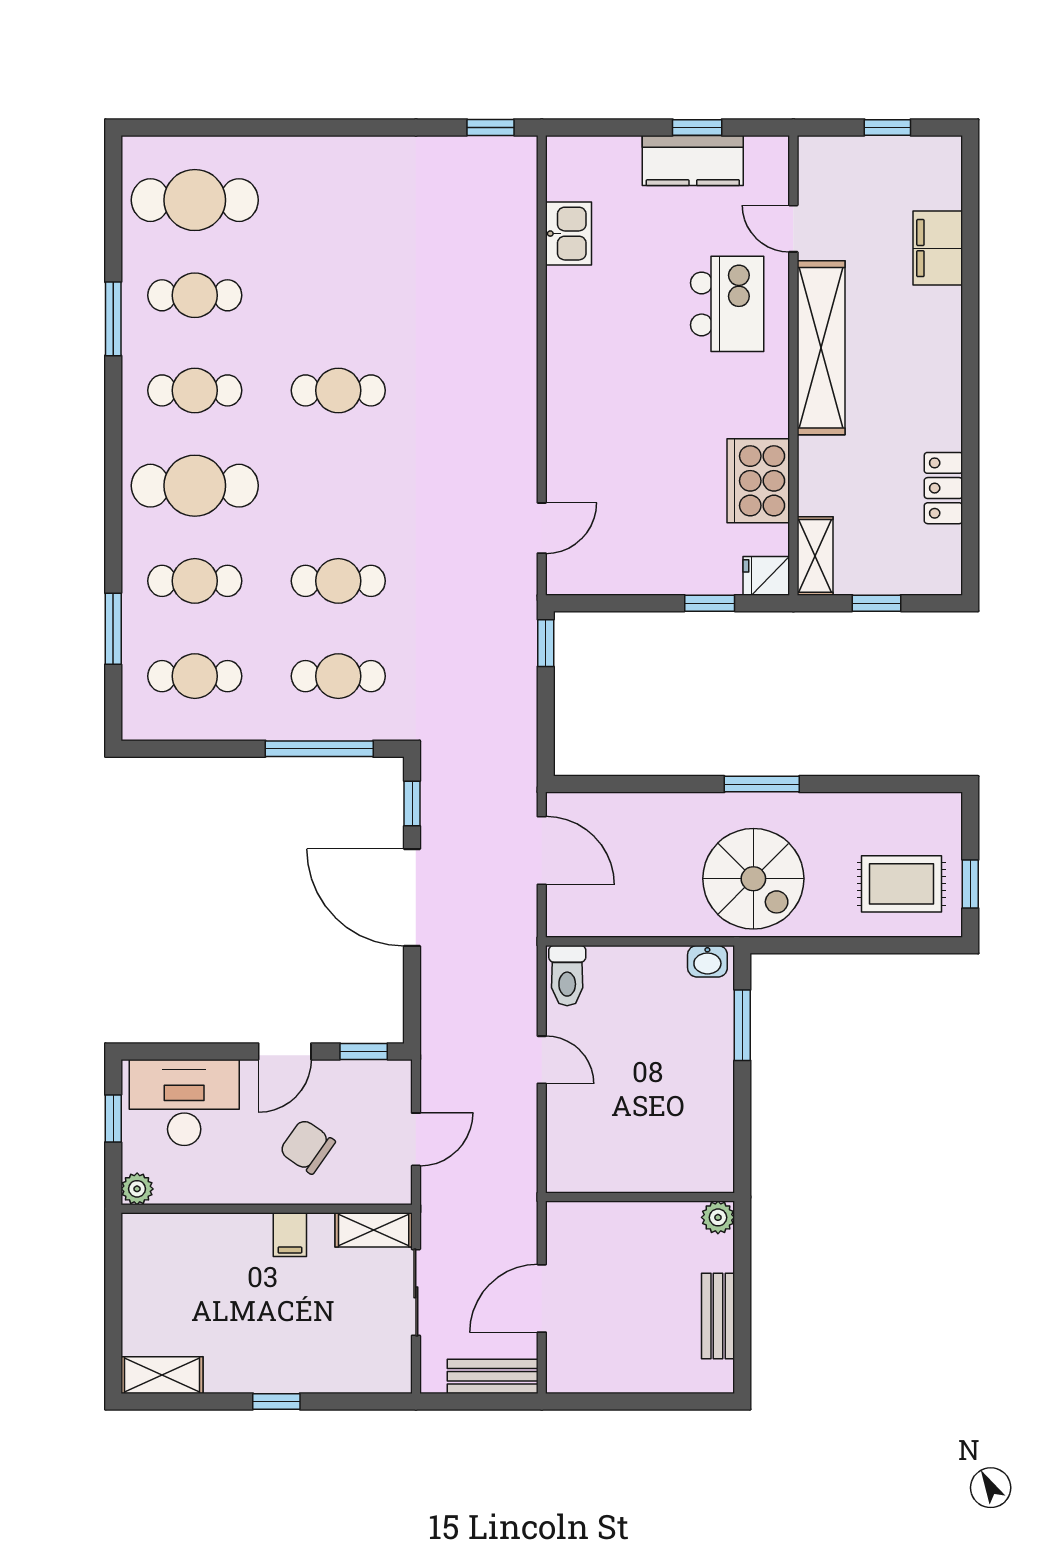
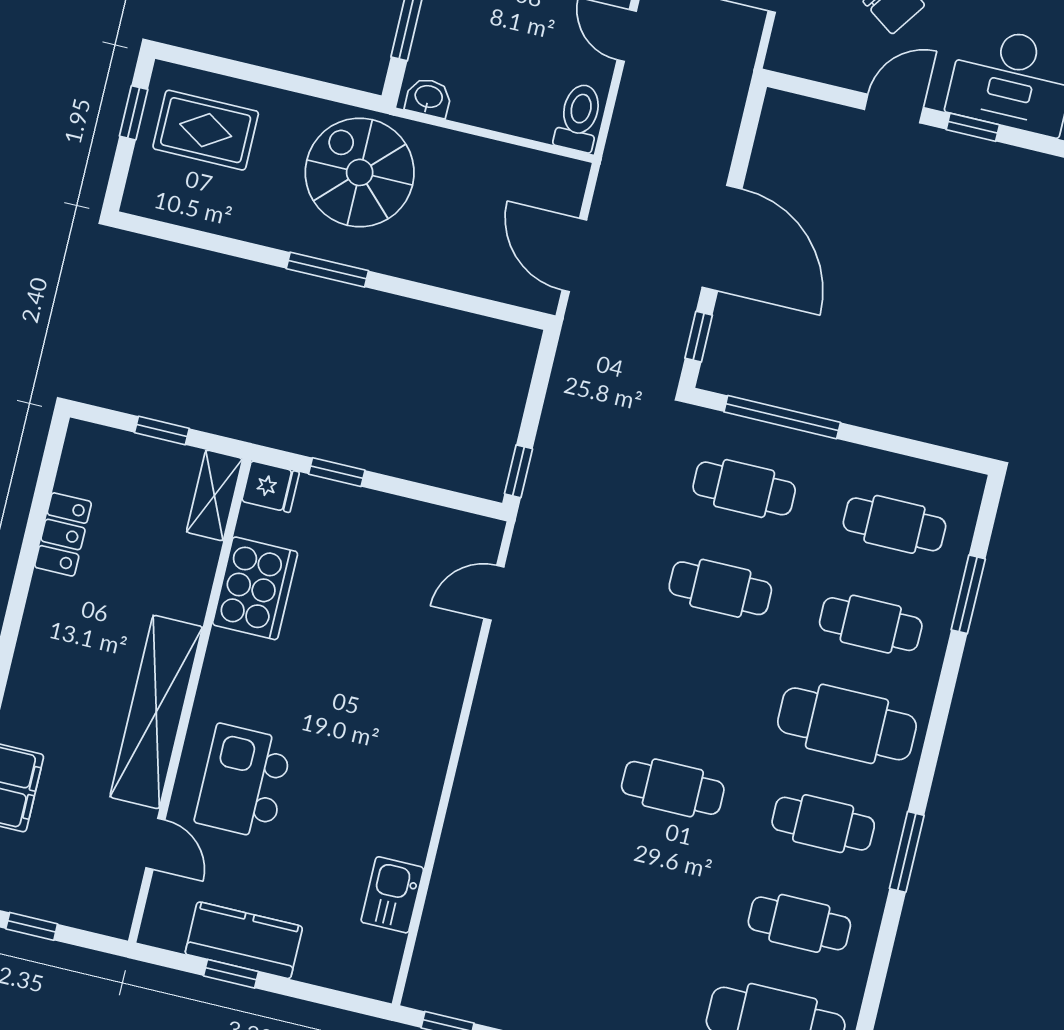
window: (113, 319) -> (907, 852), moved
window: (364, 1051) -> (973, 127), moved

